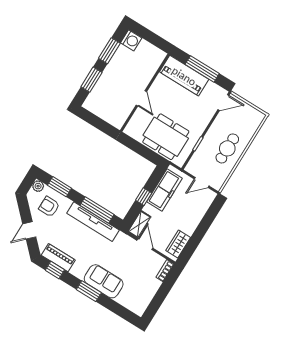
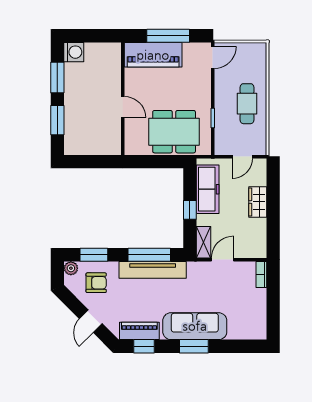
armchair: (49, 207) -> (96, 283), turned 180
door: (145, 244) -> (223, 260), hinge flipped
wardrobe: (178, 244) -> (258, 202), moved
sofa: (104, 281) -> (195, 326), width x1.36

